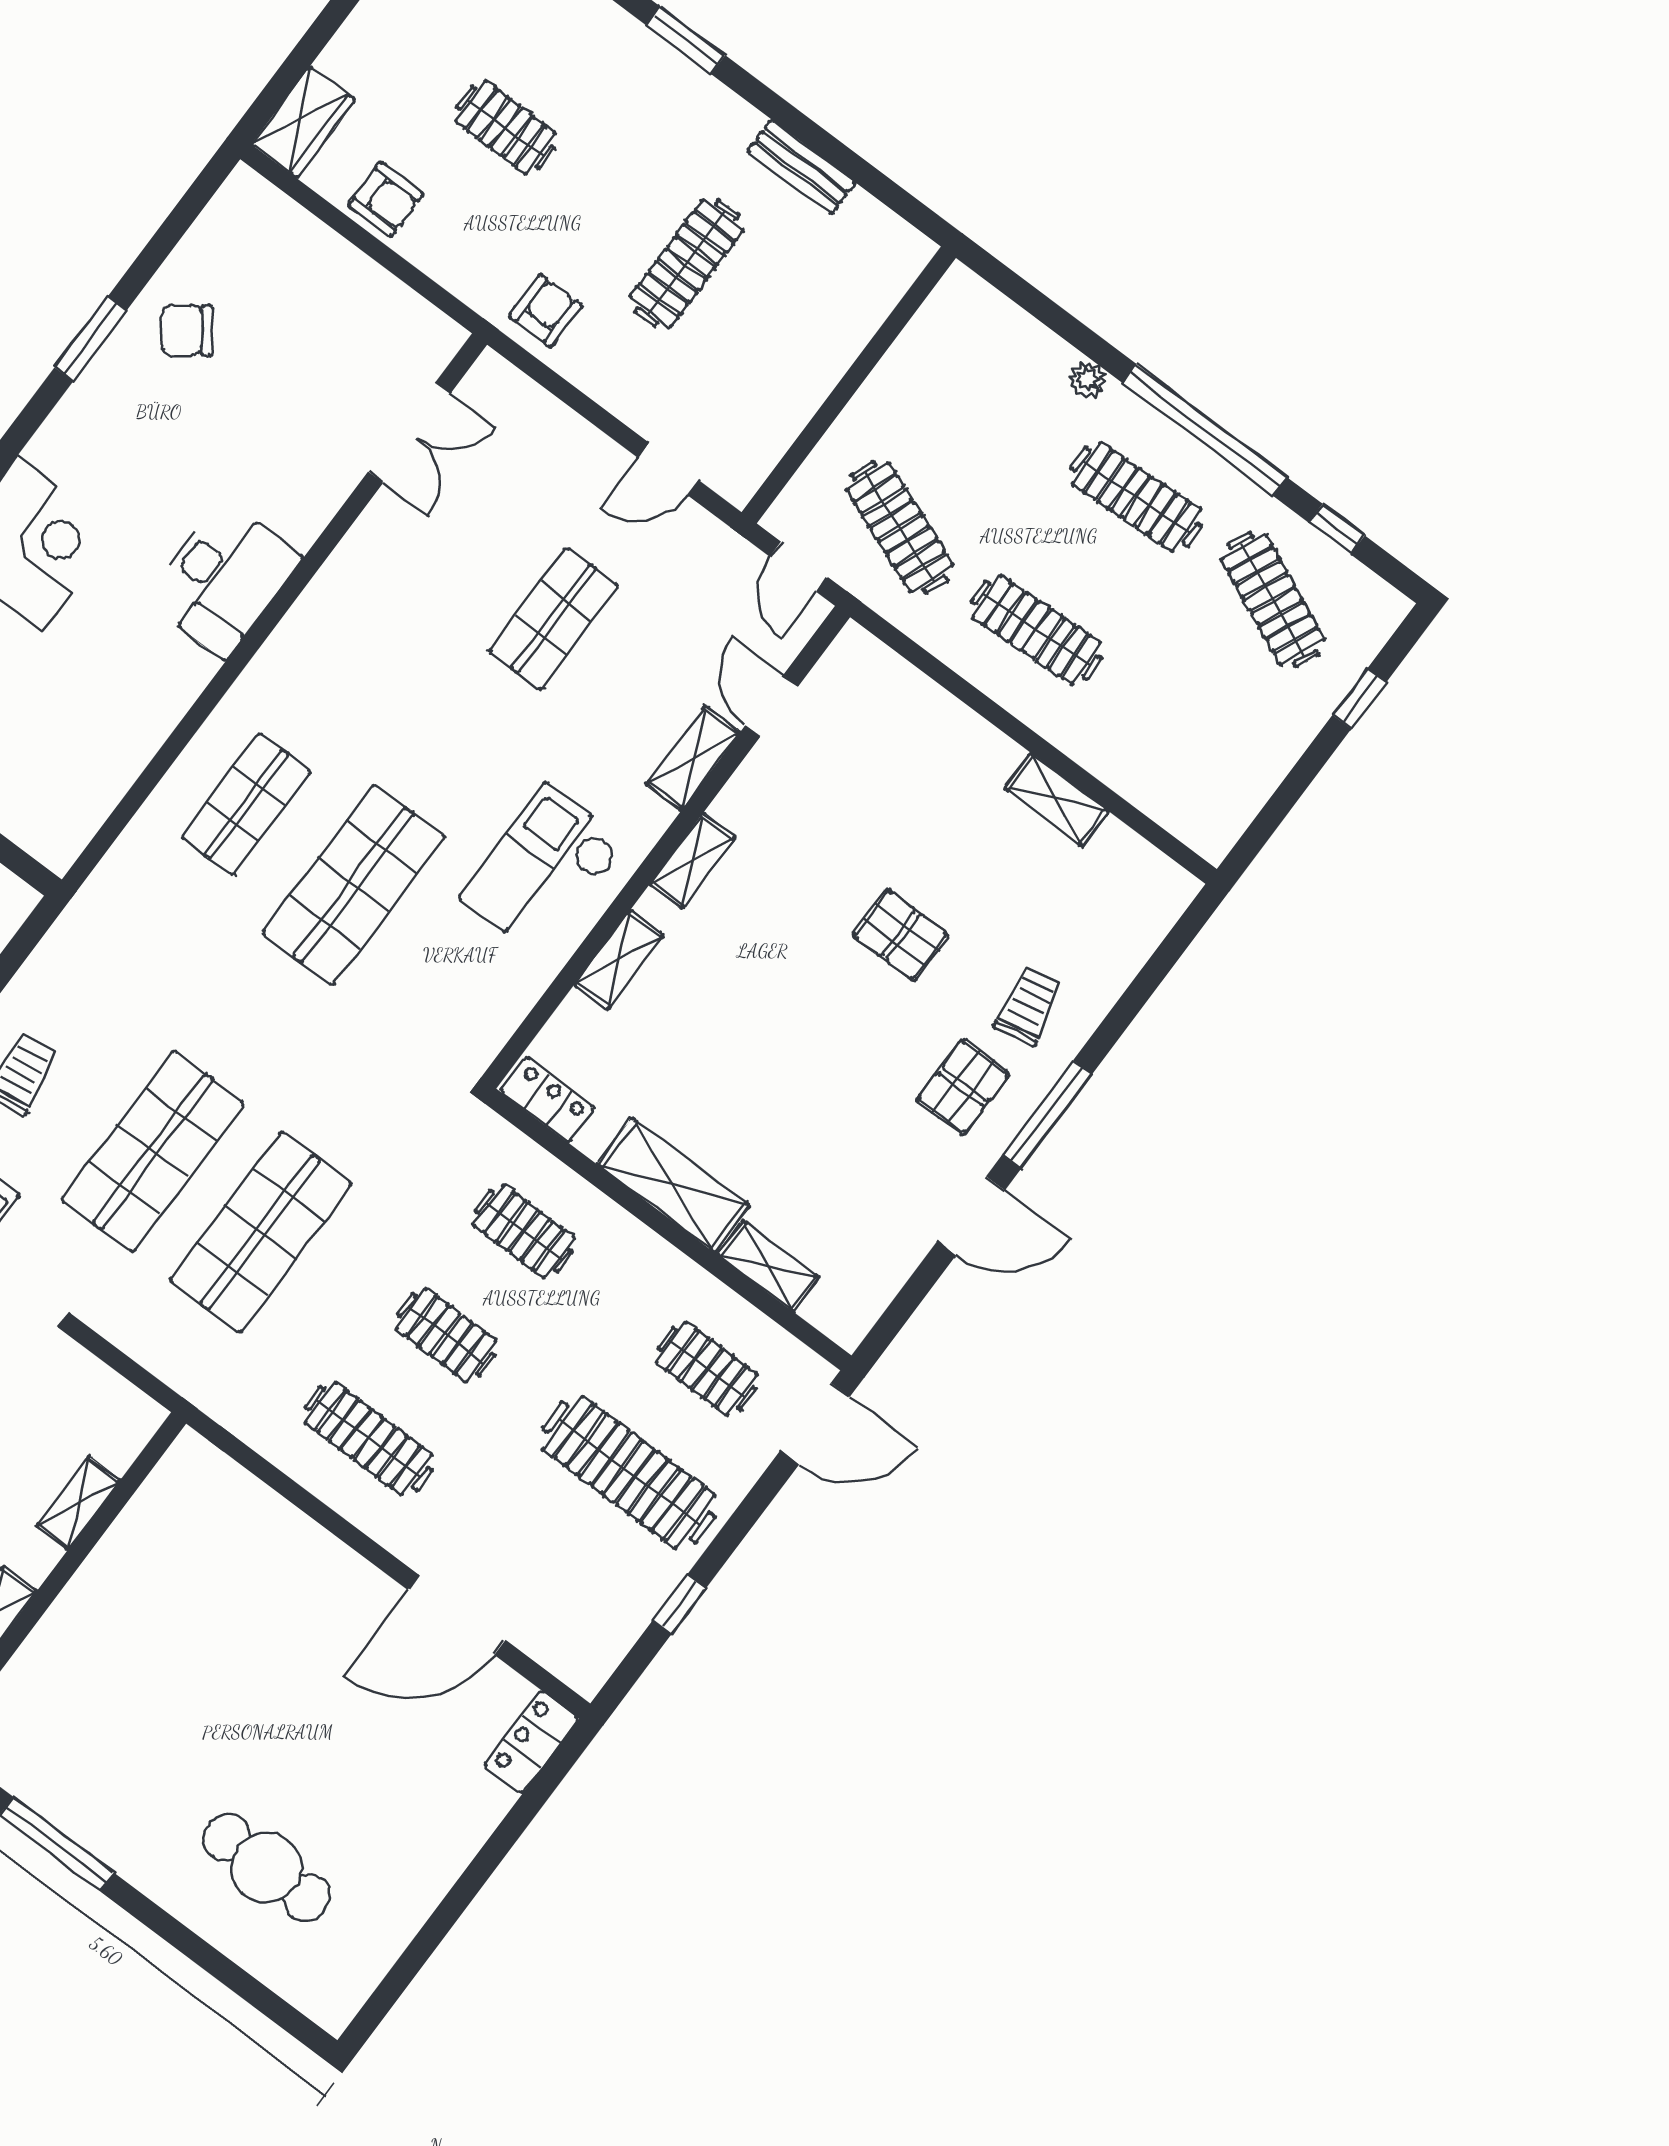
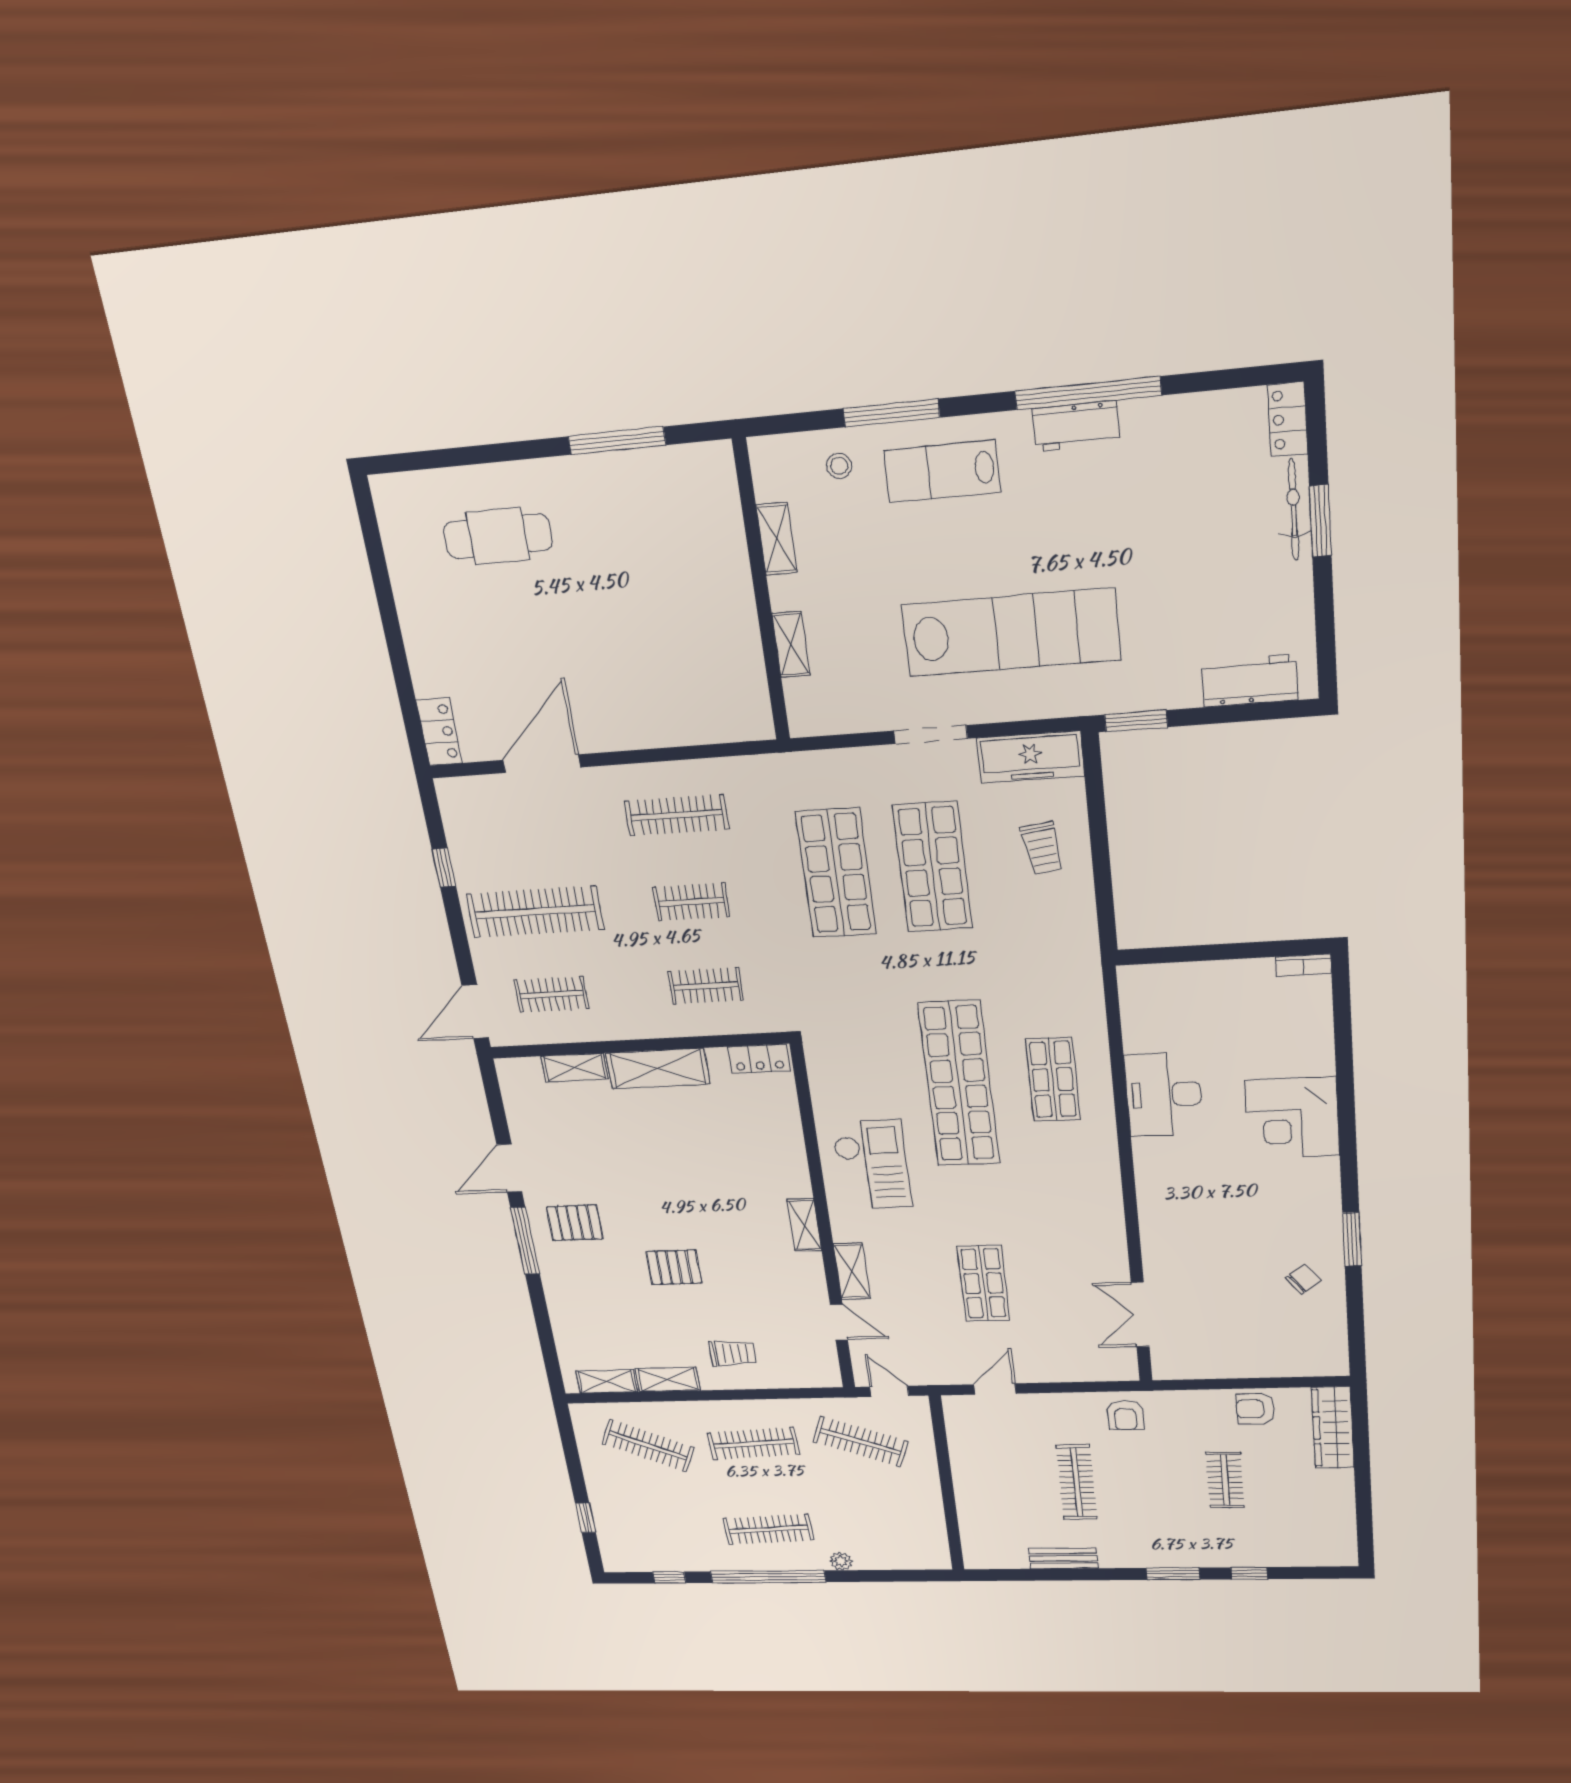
wardrobe: (303, 122) -> (1333, 1428), width x1.50
clothes rail: (506, 127) -> (1225, 1480), turned 90
chair: (187, 331) -> (1303, 1279), width x0.73, depth x0.73
desk: (224, 579) -> (1164, 1095), moved
clothes rail: (1273, 600) -> (648, 1446), moved
shop shelf: (353, 885) -> (959, 1084), width x1.40
shelving: (619, 960) -> (606, 1381), moved, turned 90
trolley: (1029, 1005) -> (733, 1353), moved, turned -79
pallet: (963, 1087) -> (575, 1223), turned 90

